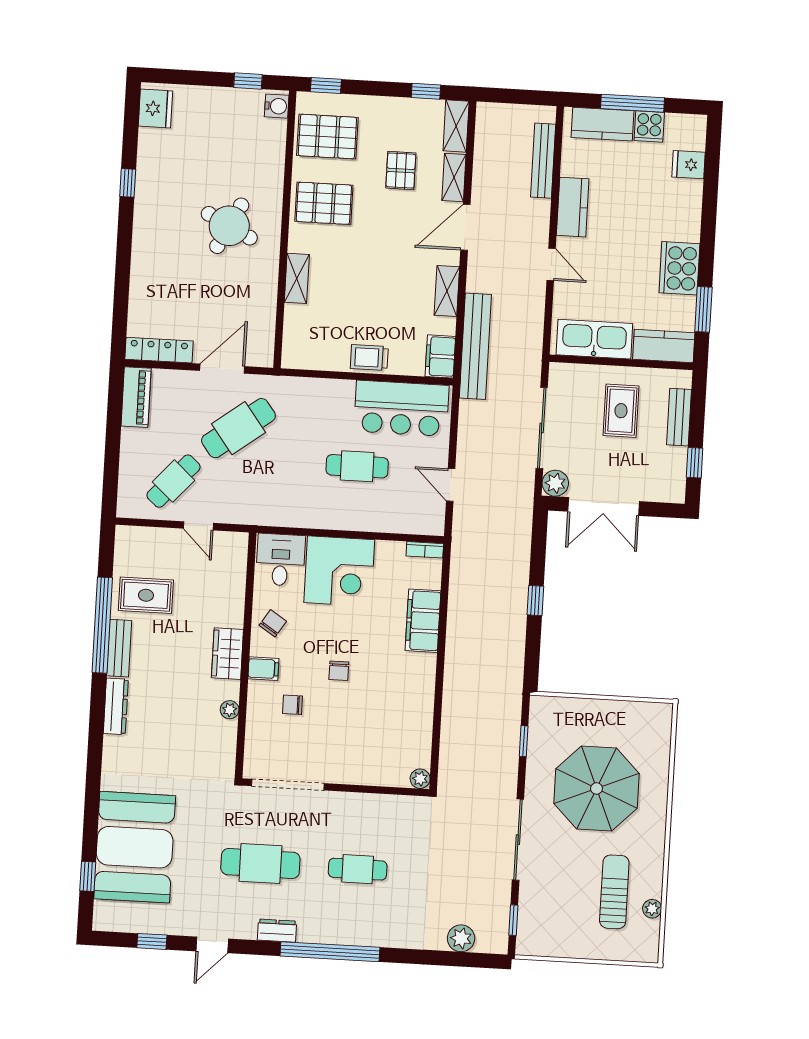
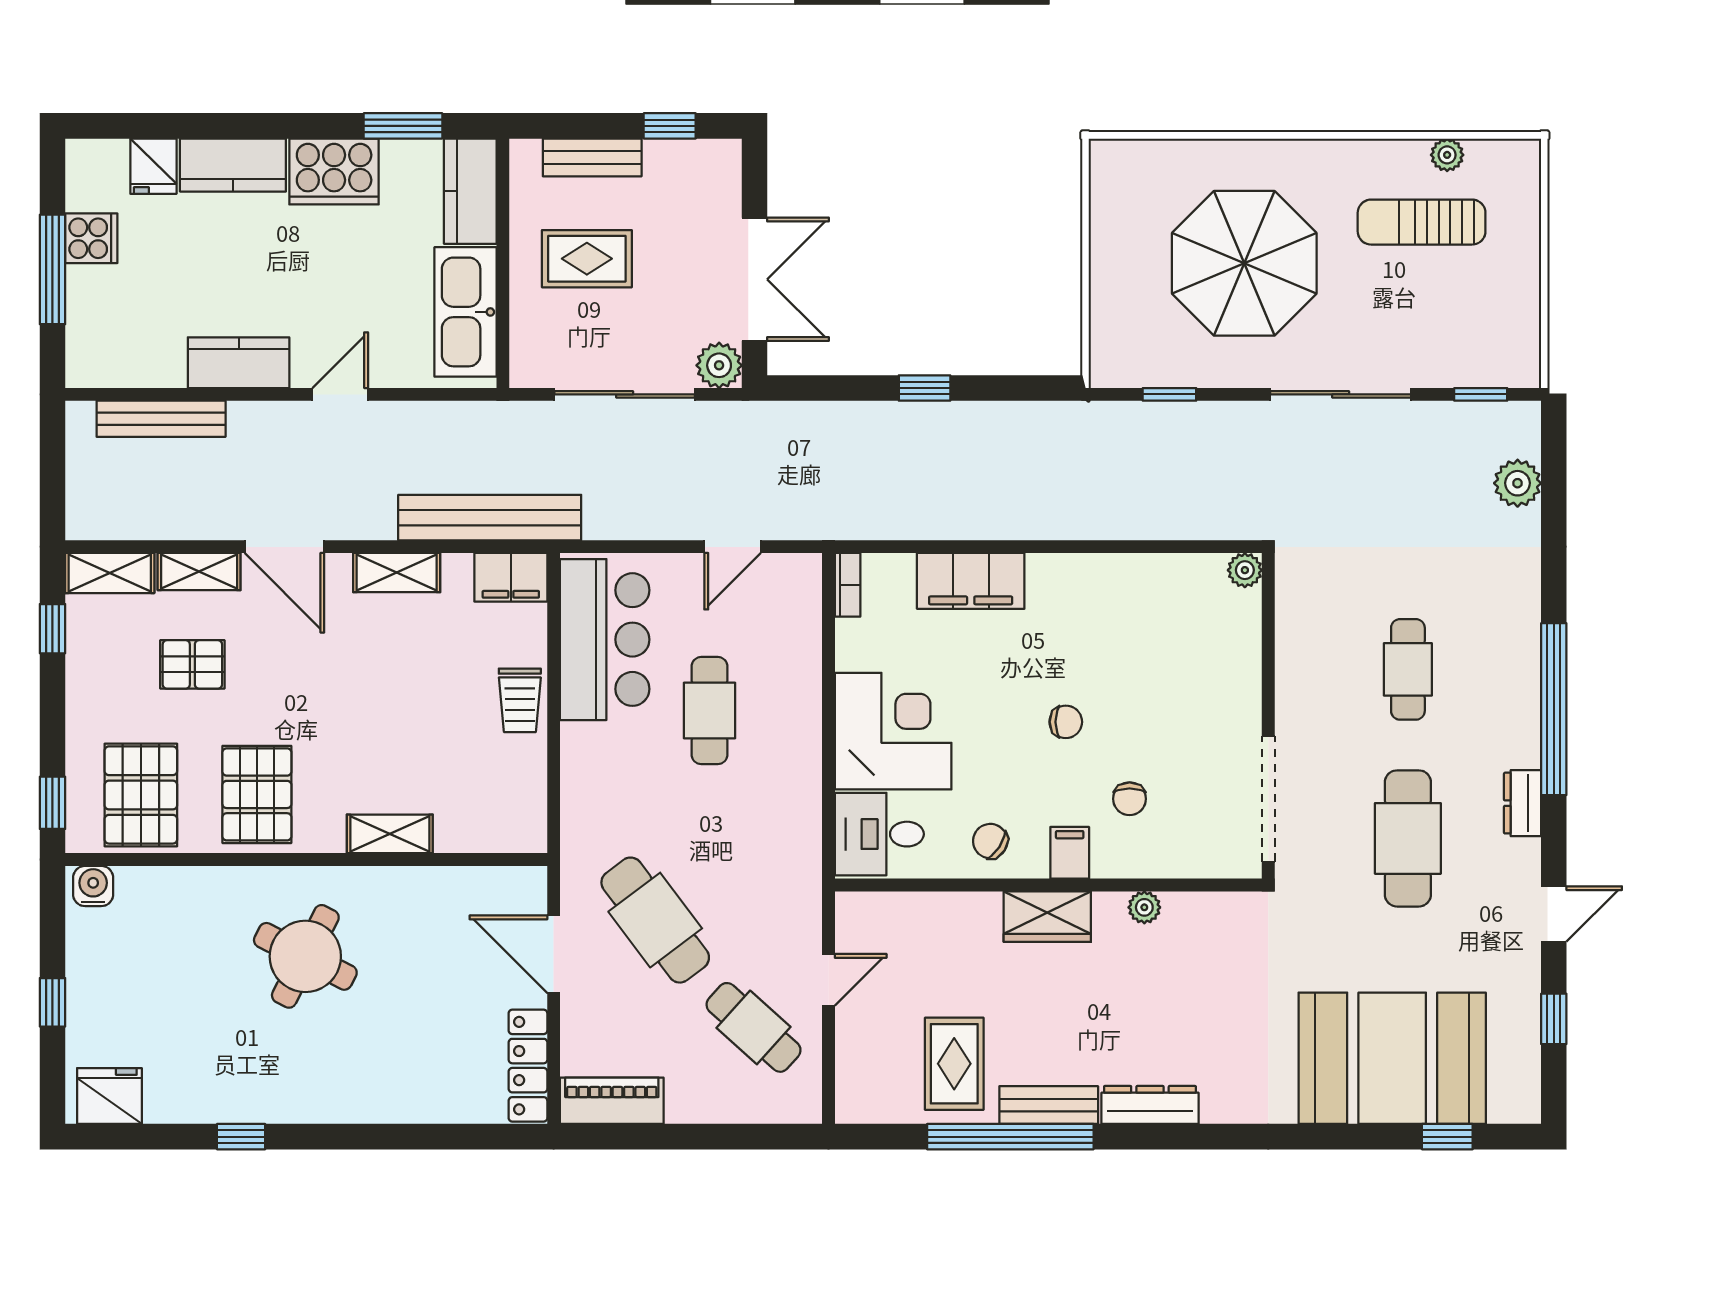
window: (248, 81) -> (52, 1002), moved
kitchen counter: (602, 124) -> (233, 165), moved, turned 90
door: (212, 945) -> (1554, 914), hinge flipped

